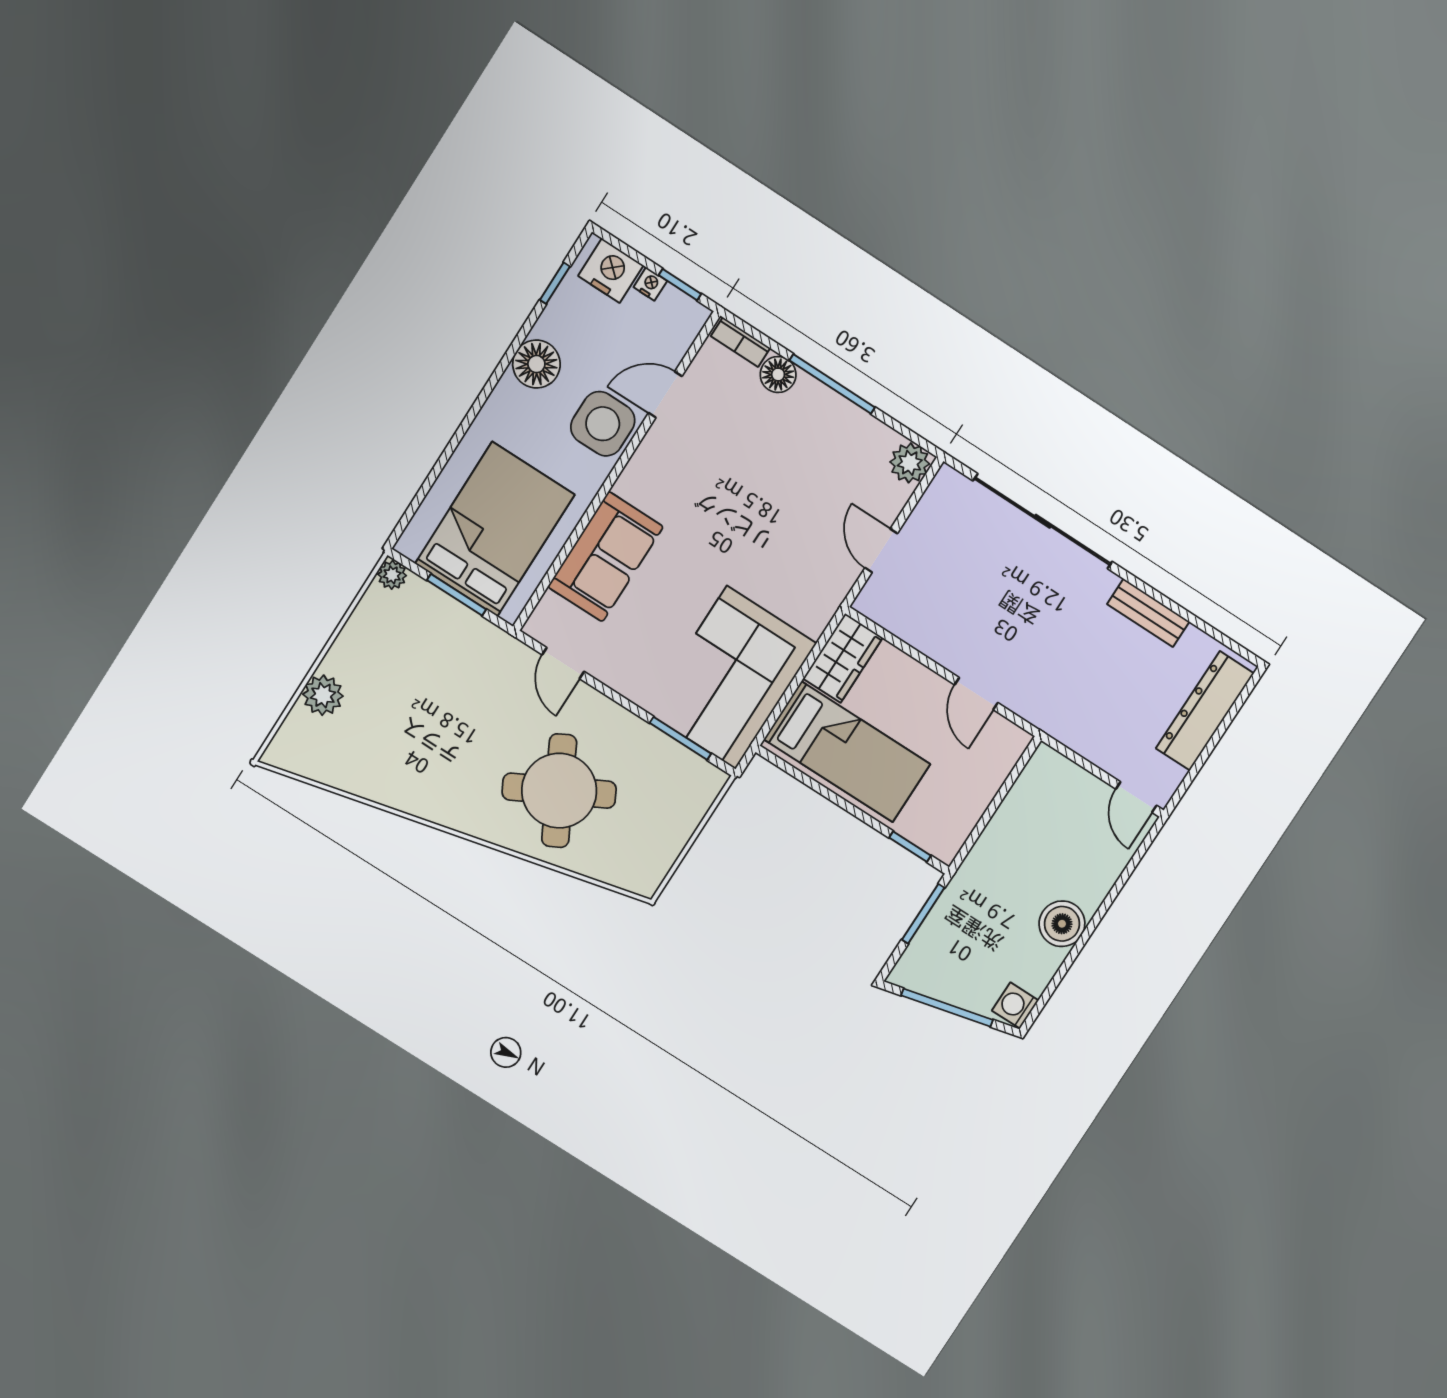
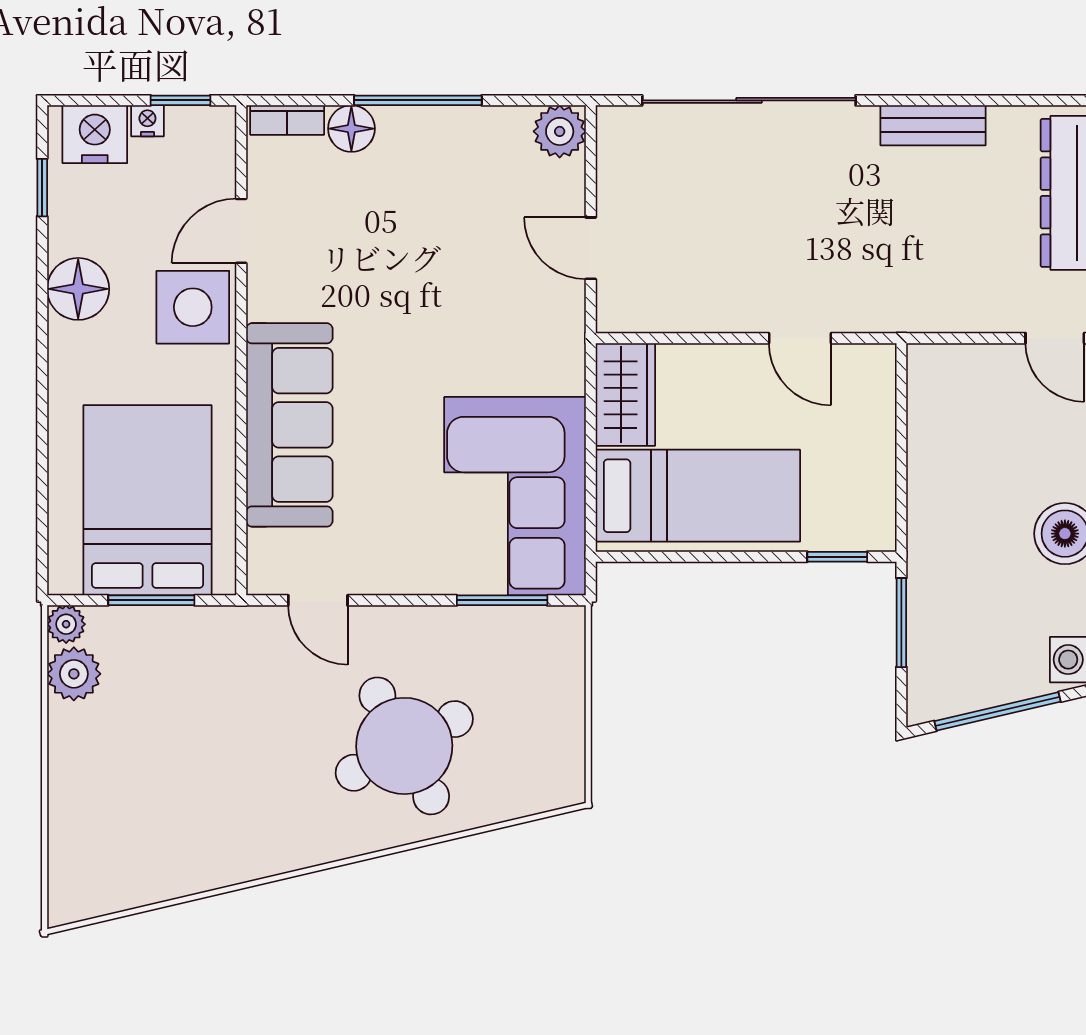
sofa: (605, 557) -> (289, 425), width x1.36
plant: (323, 695) -> (74, 674), moved

